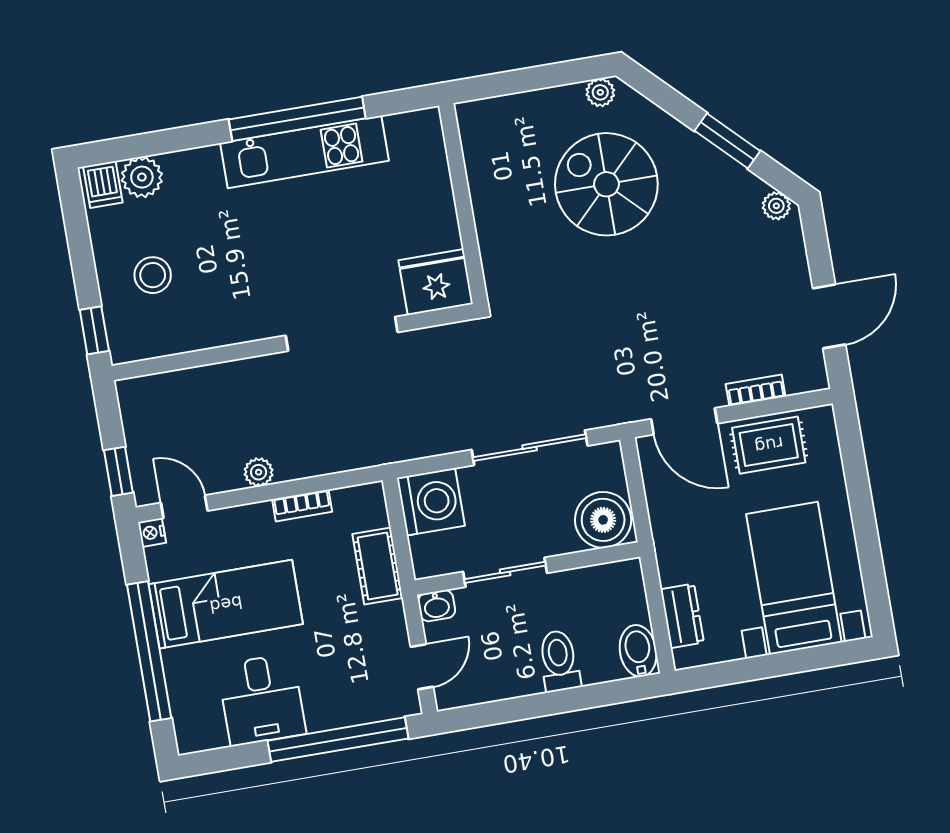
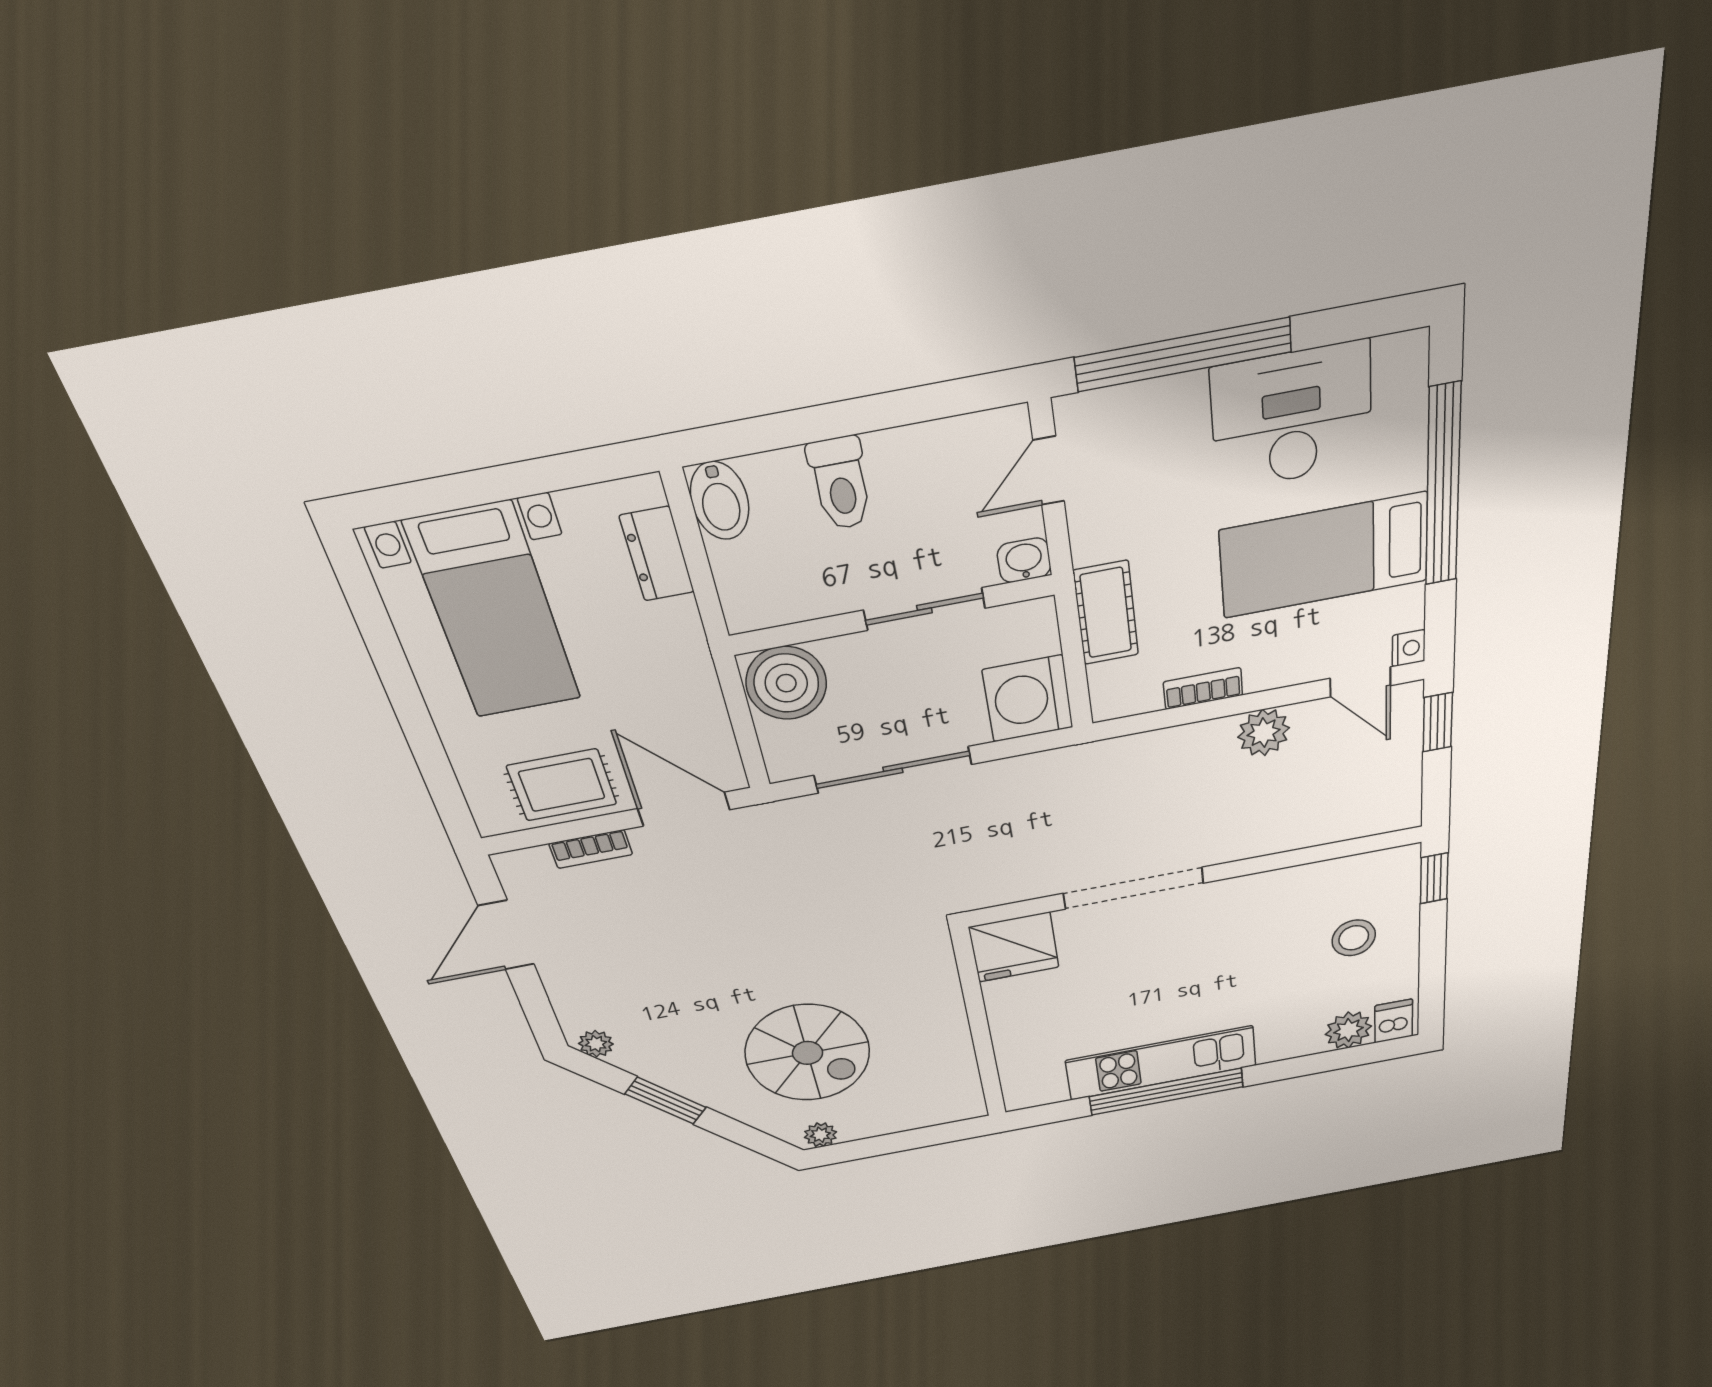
plant: (259, 472) -> (1264, 733), width x1.38, depth x1.38
desk: (262, 700) -> (1292, 417), width x1.37

